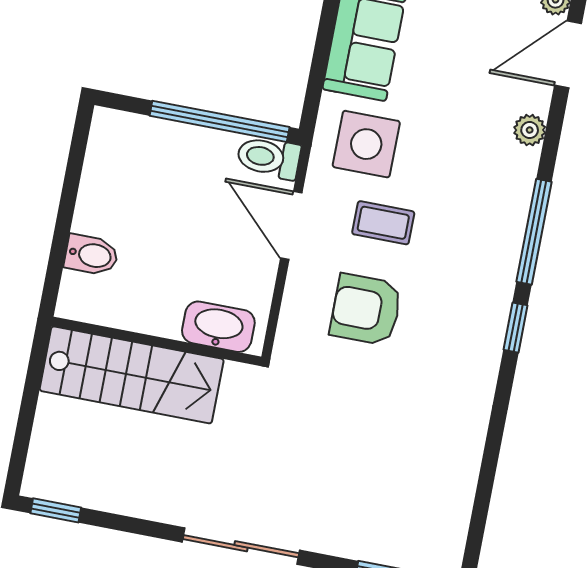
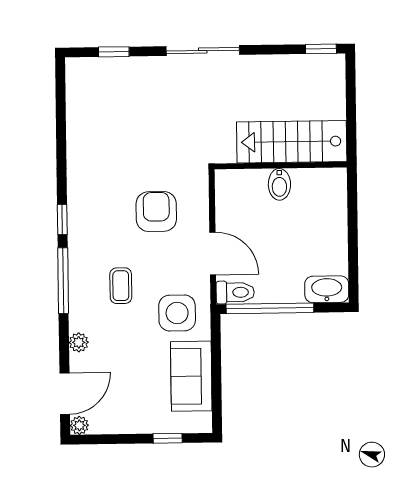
coffee table: (383, 223) -> (121, 286), moved, turned 90
bidet: (91, 255) -> (279, 184), moved, turned -90
armchair: (366, 310) -> (156, 212), turned -90
washbasin: (218, 327) -> (327, 289), moved, turned 180

